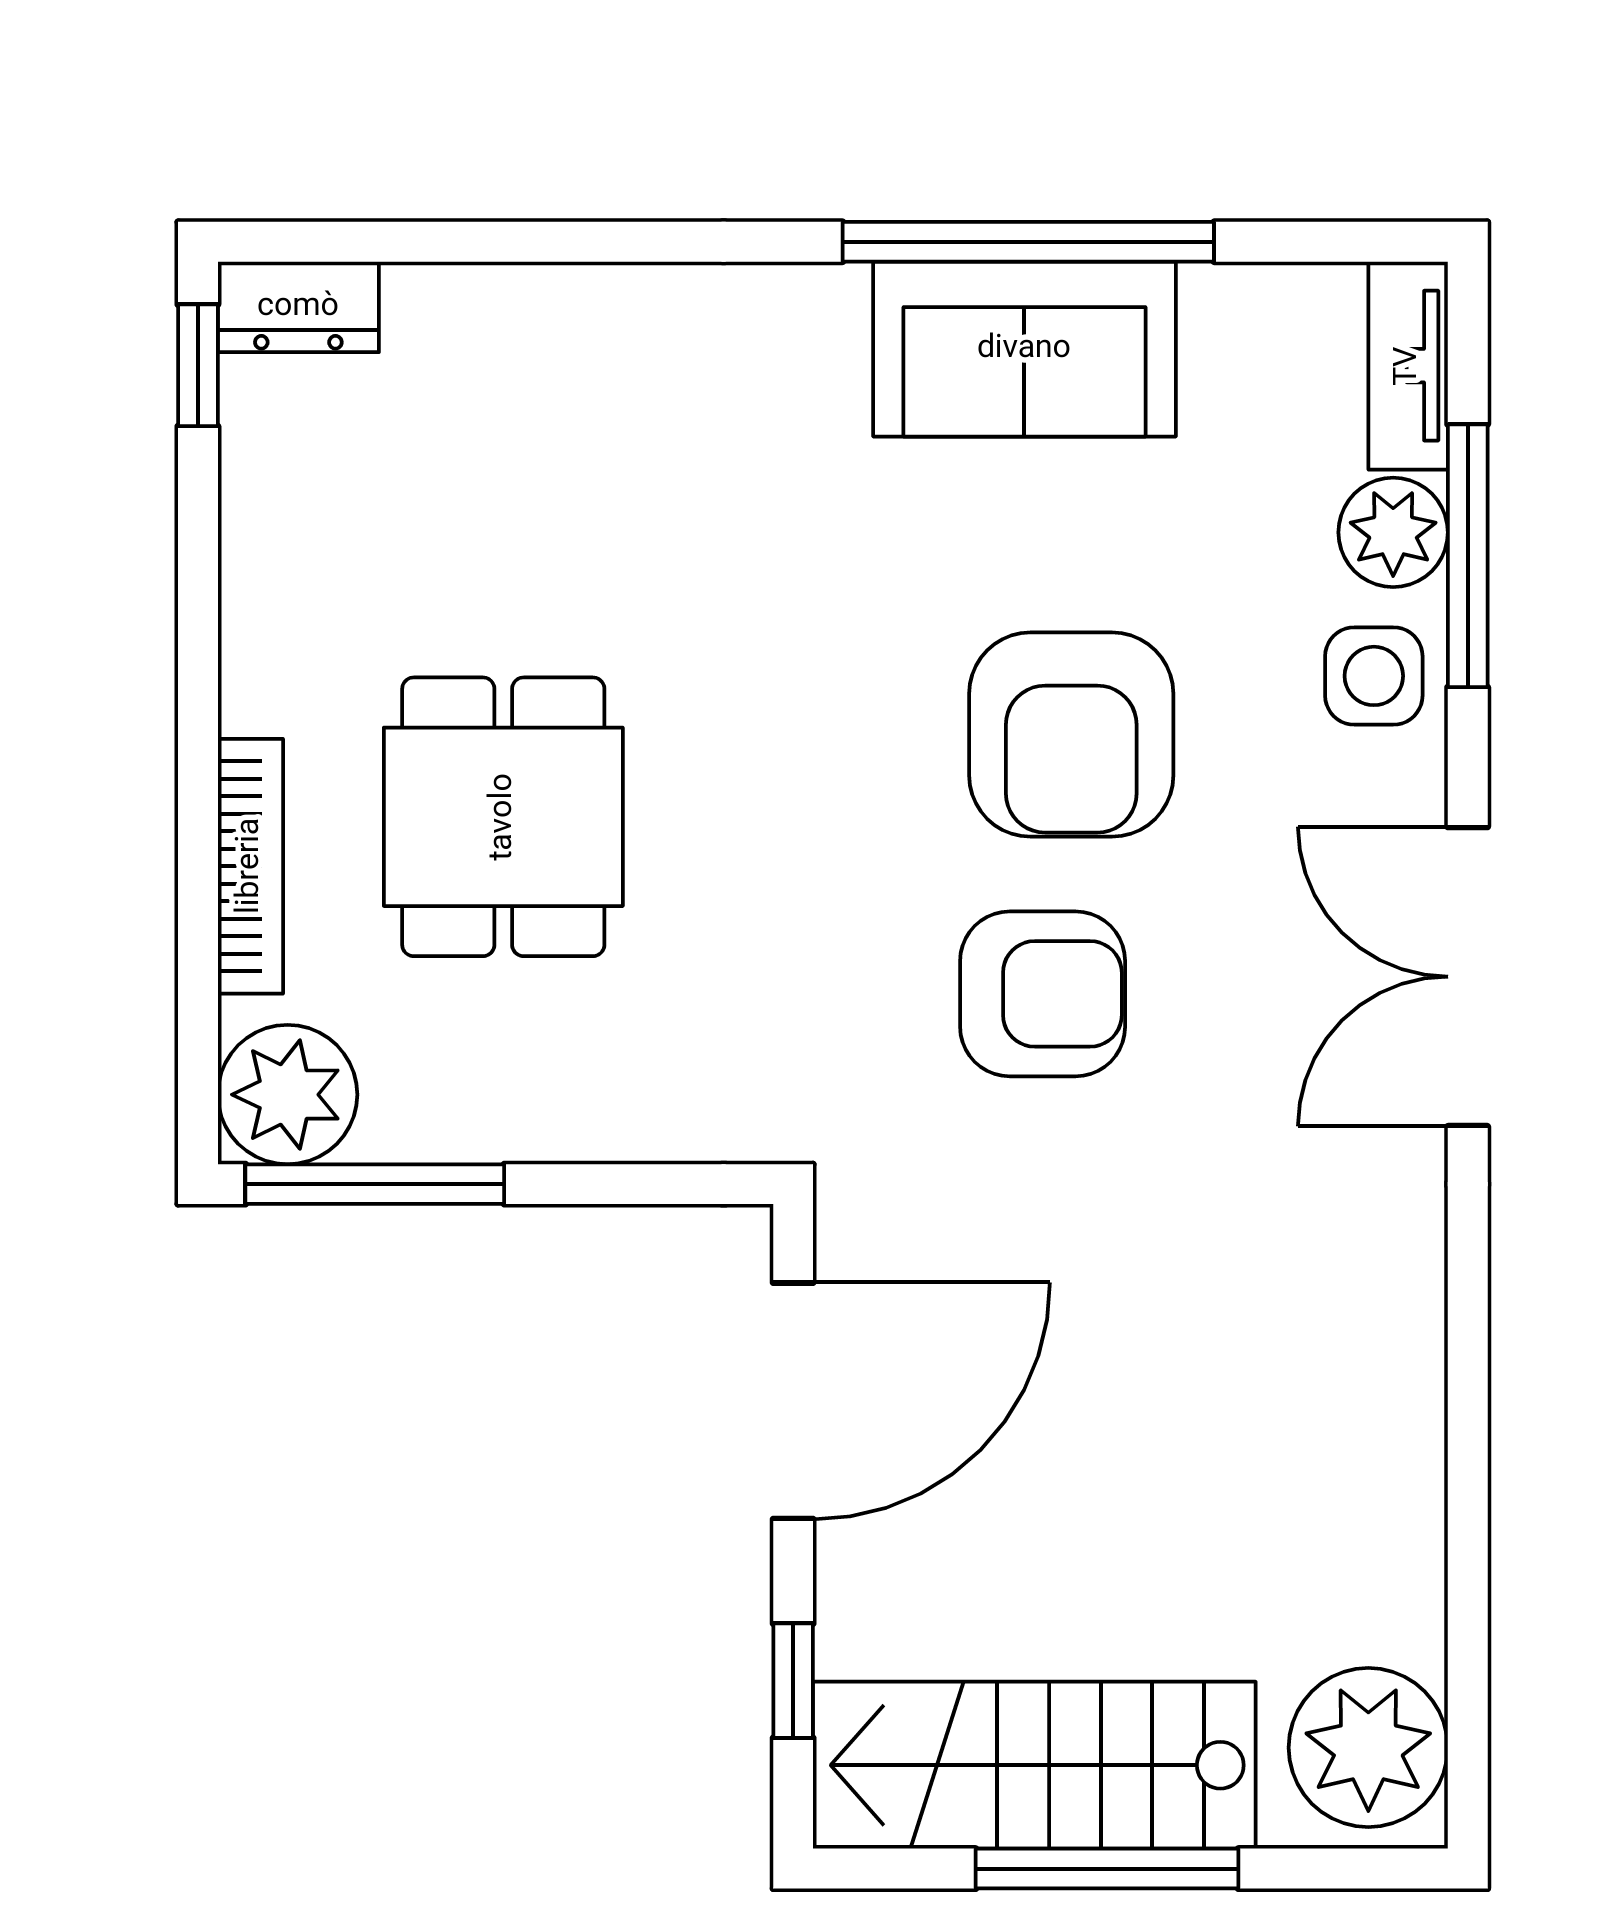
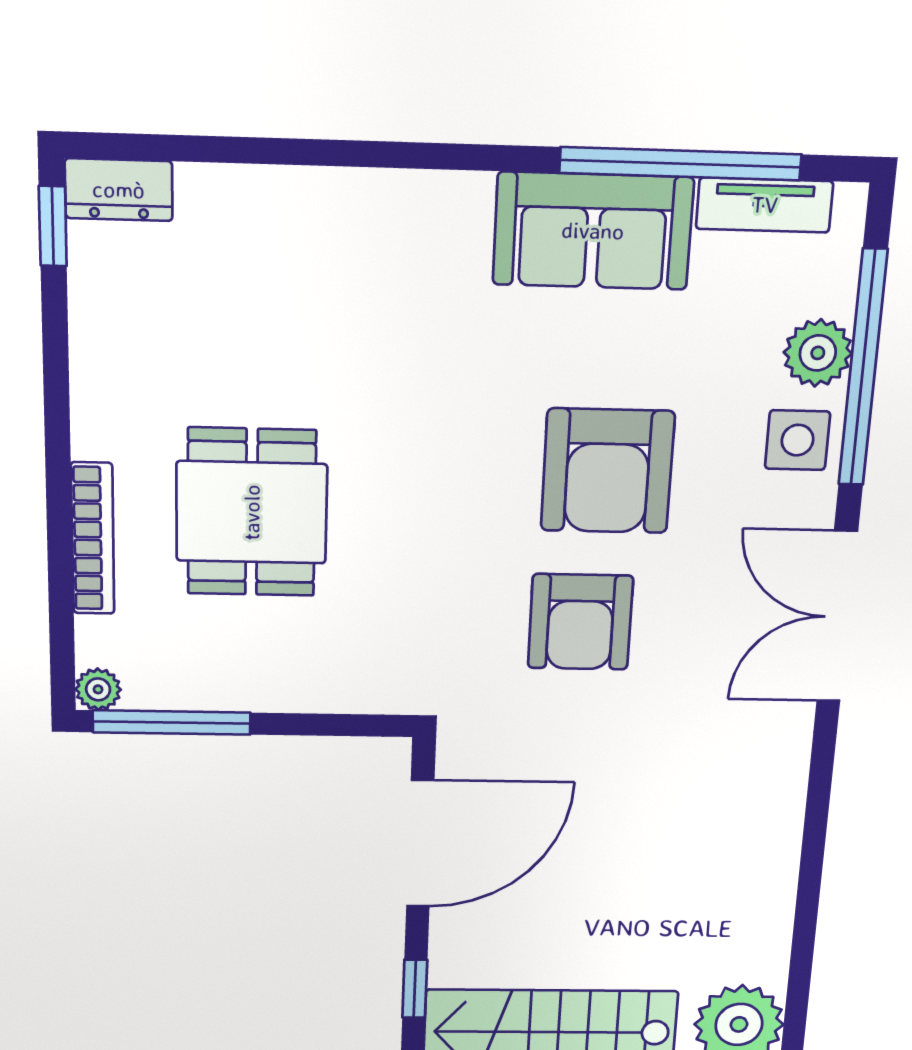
window: (1028, 242) -> (681, 164), moved
tv unit: (1408, 366) -> (765, 205), moved, turned -90
window: (1468, 556) -> (863, 368), width x1.46
armchair: (1043, 994) -> (580, 622), turned 90
plant: (288, 1095) -> (98, 689), width x0.53, depth x0.53

